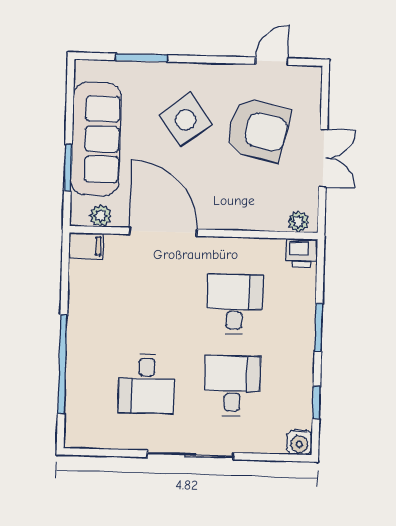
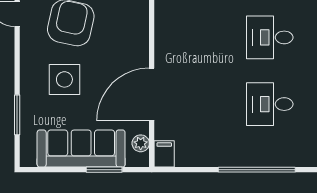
side table: (186, 120) -> (64, 79), turned 37
desk: (235, 304) -> (206, 37), removed
desk: (146, 383) -> (270, 104), turned 180

